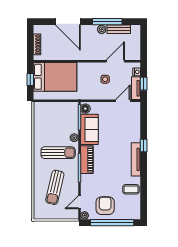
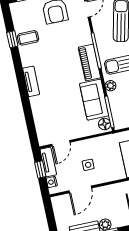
window: (144, 145) -> (12, 39), moved
tv unit: (136, 159) -> (31, 81), width x0.71

